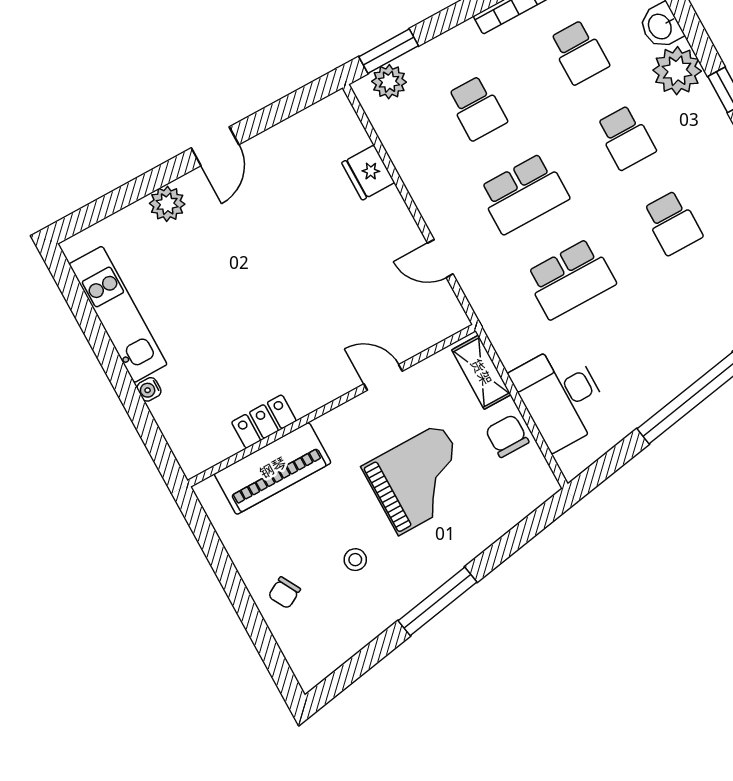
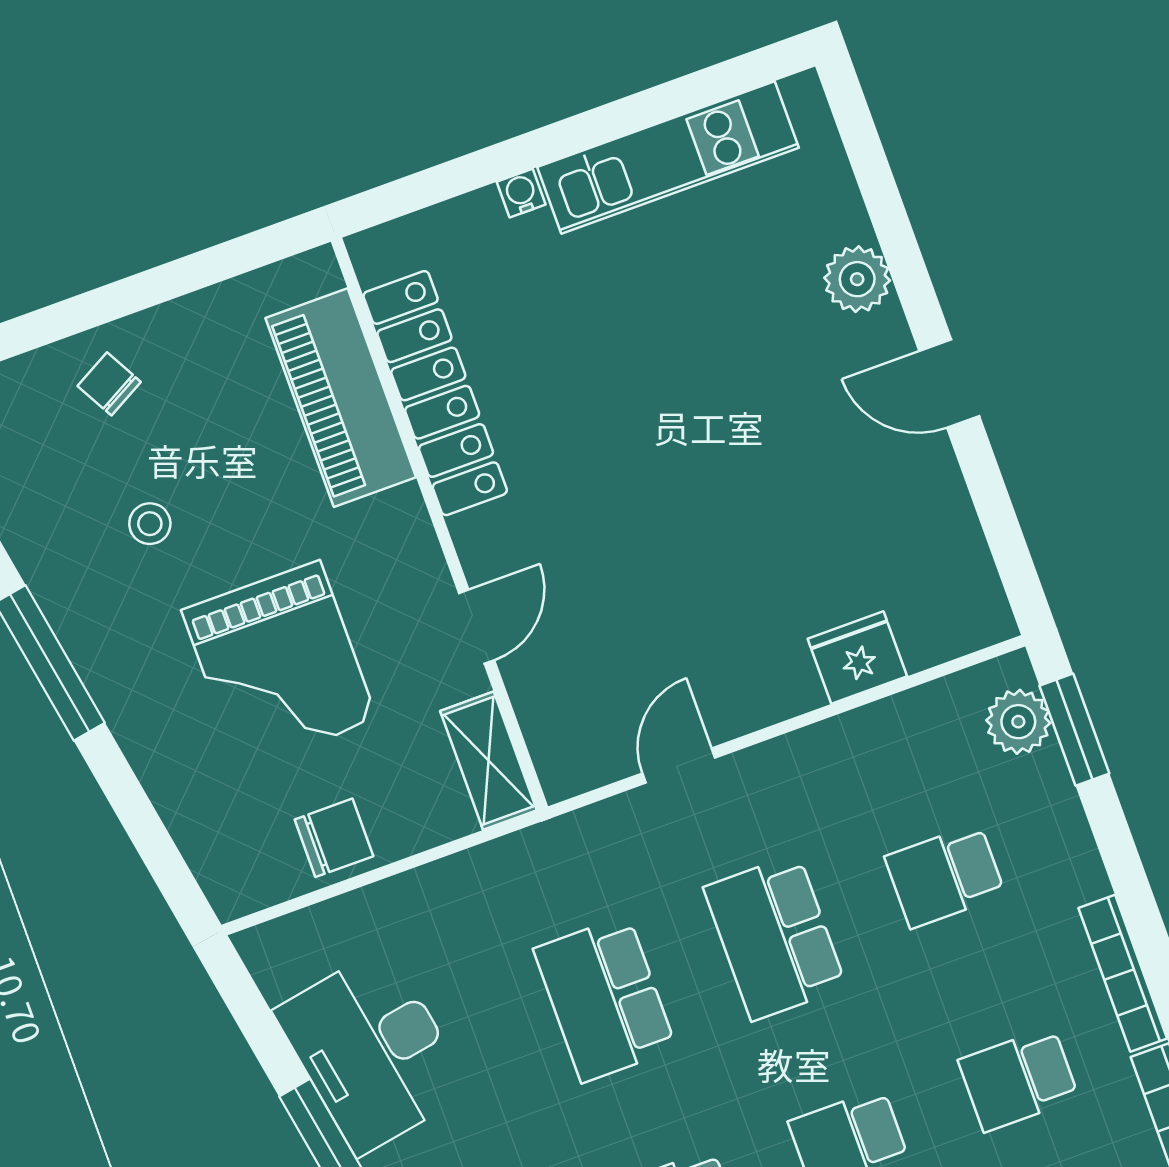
shelving: (481, 372) -> (488, 761), moved, turned 90
desk: (561, 397) -> (372, 1051), moved, turned -100
locker: (264, 422) -> (435, 393), width x2.16, depth x1.21

